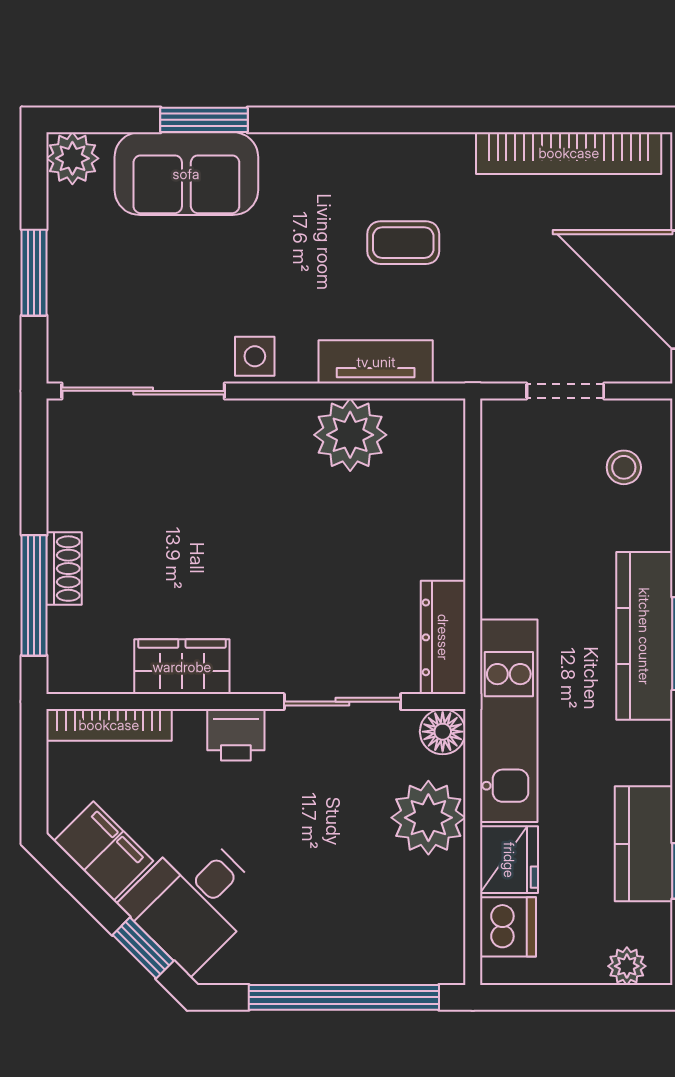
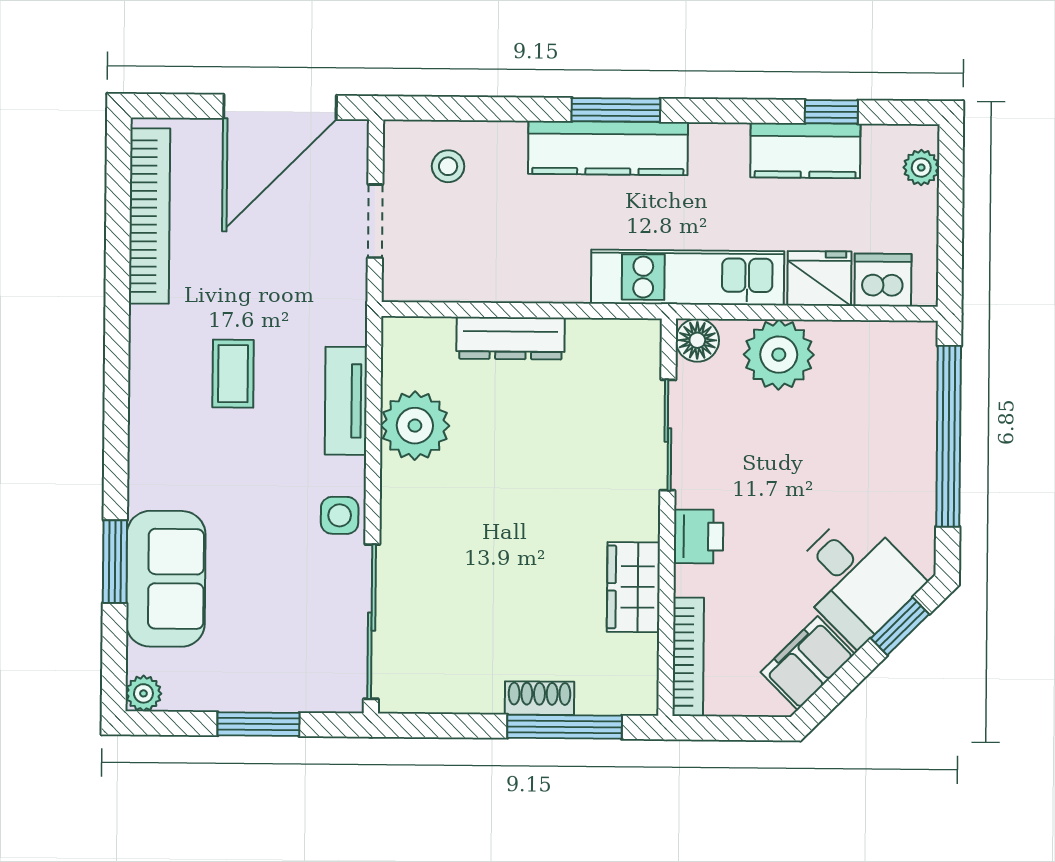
plant: (72, 158) -> (143, 693), width x0.73, depth x0.73
dresser: (443, 637) -> (510, 338), moved

